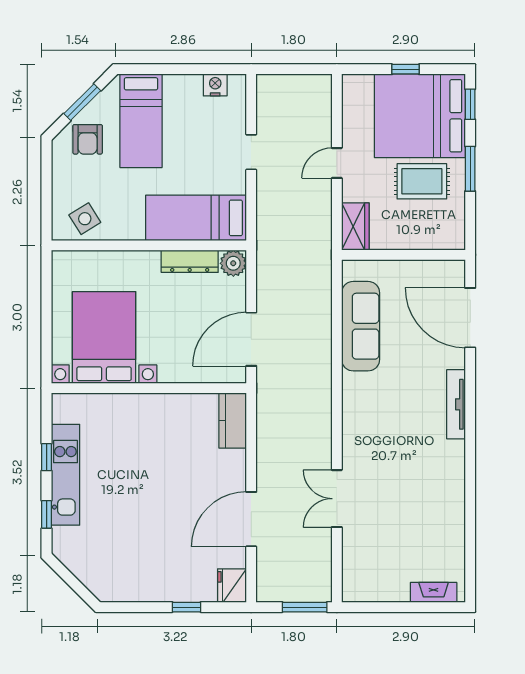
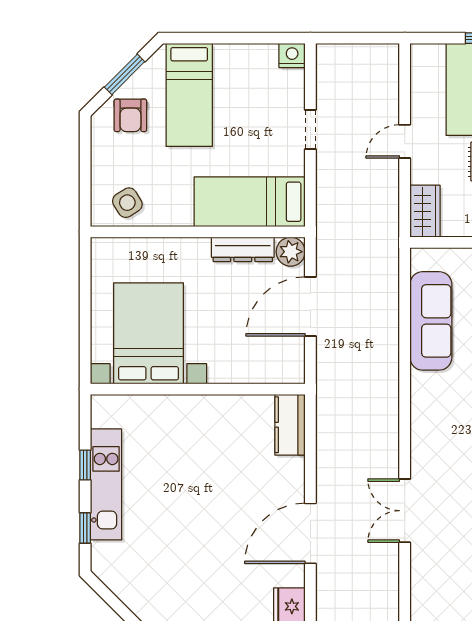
nightstand: (215, 85) -> (292, 55), moved
door: (251, 339) -> (310, 306), moved

